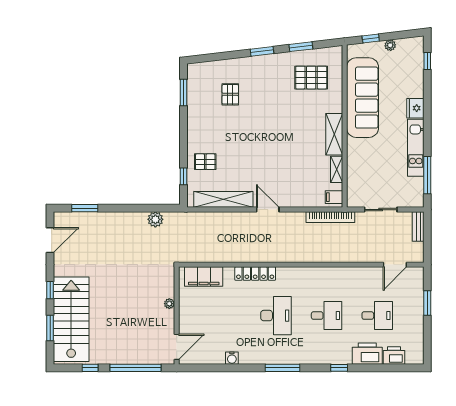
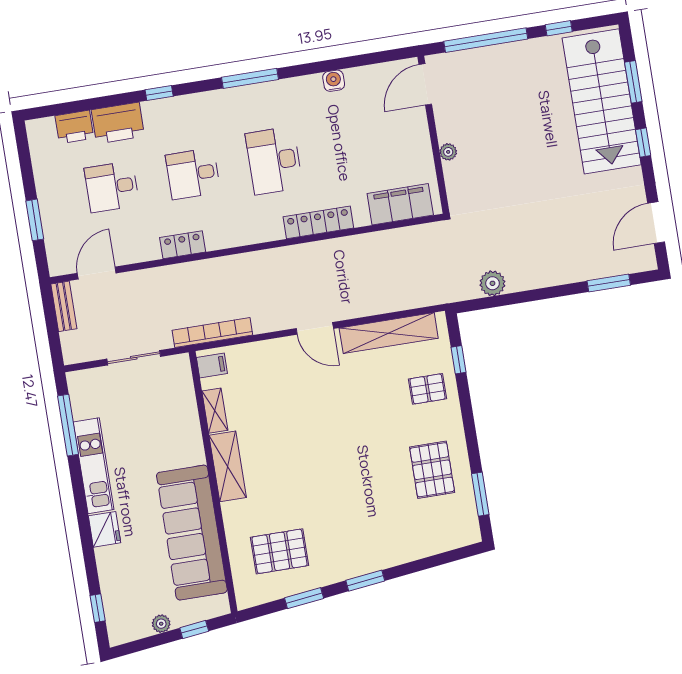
pallet: (230, 94) -> (432, 470), moved, width x1.50, depth x1.42
bench: (418, 227) -> (64, 306), moved
locker: (340, 273) -> (183, 245), added

